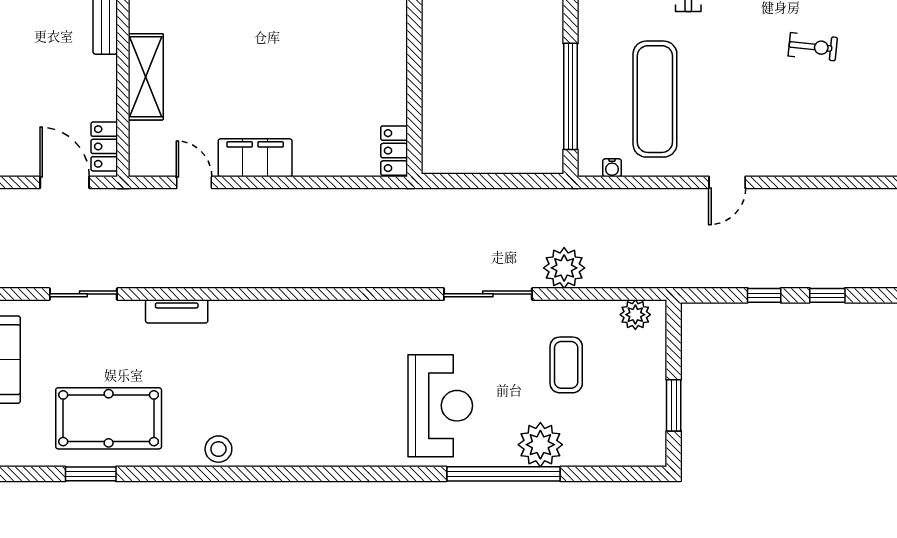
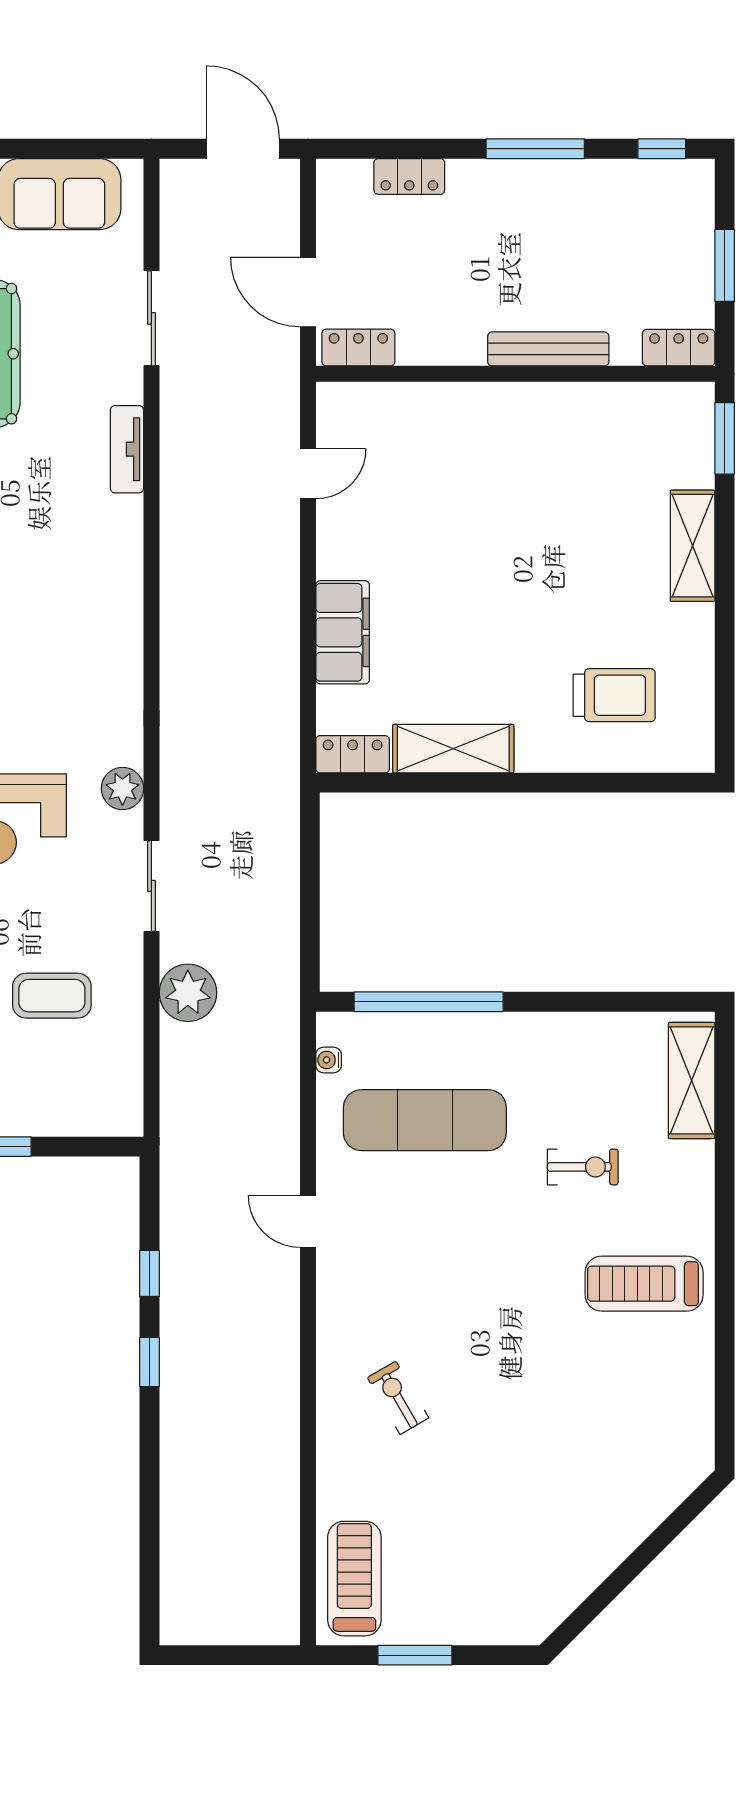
exercise bike: (813, 47) -> (398, 1398), moved, turned 144
shelving: (146, 77) -> (453, 749), moved
filing cabinet: (255, 158) -> (343, 632), moved
door: (65, 182) -> (308, 292), swing flipped
sliding door: (488, 294) -> (151, 886), width x0.73
plant: (635, 315) -> (122, 788), moved

